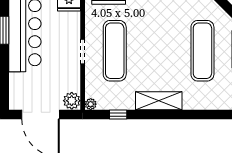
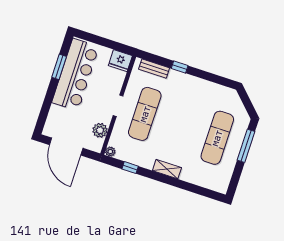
plant: (72, 101) -> (100, 130), moved
shelving: (159, 101) -> (167, 169), width x0.67, depth x0.75

